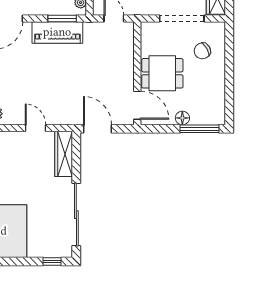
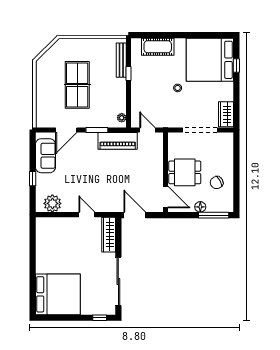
window: (62, 18) -> (97, 130), moved
piano: (57, 32) -> (118, 141), moved
chair: (202, 51) -> (217, 183), moved

